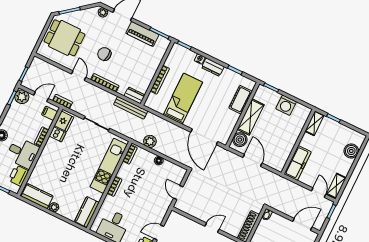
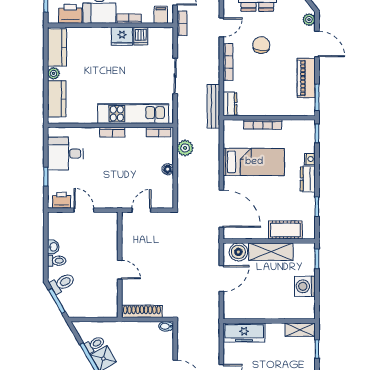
fridge: (64, 121) -> (122, 36), moved
door: (204, 137) -> (221, 209), swing flipped
kitchen counter: (87, 212) -> (57, 99), moved, turned 90

